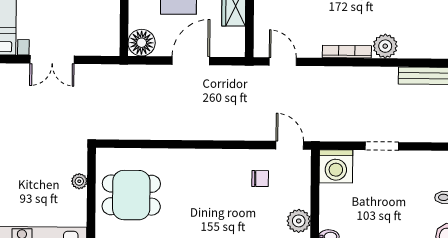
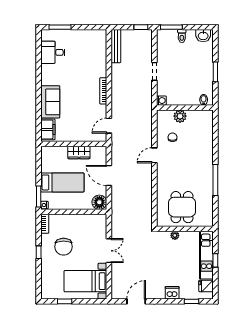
plant: (385, 46) -> (100, 70), removed
door: (290, 145) -> (154, 155), moved
washing machine: (336, 166) -> (161, 101), width x0.53, depth x0.53
plant: (299, 221) -> (180, 116), moved

